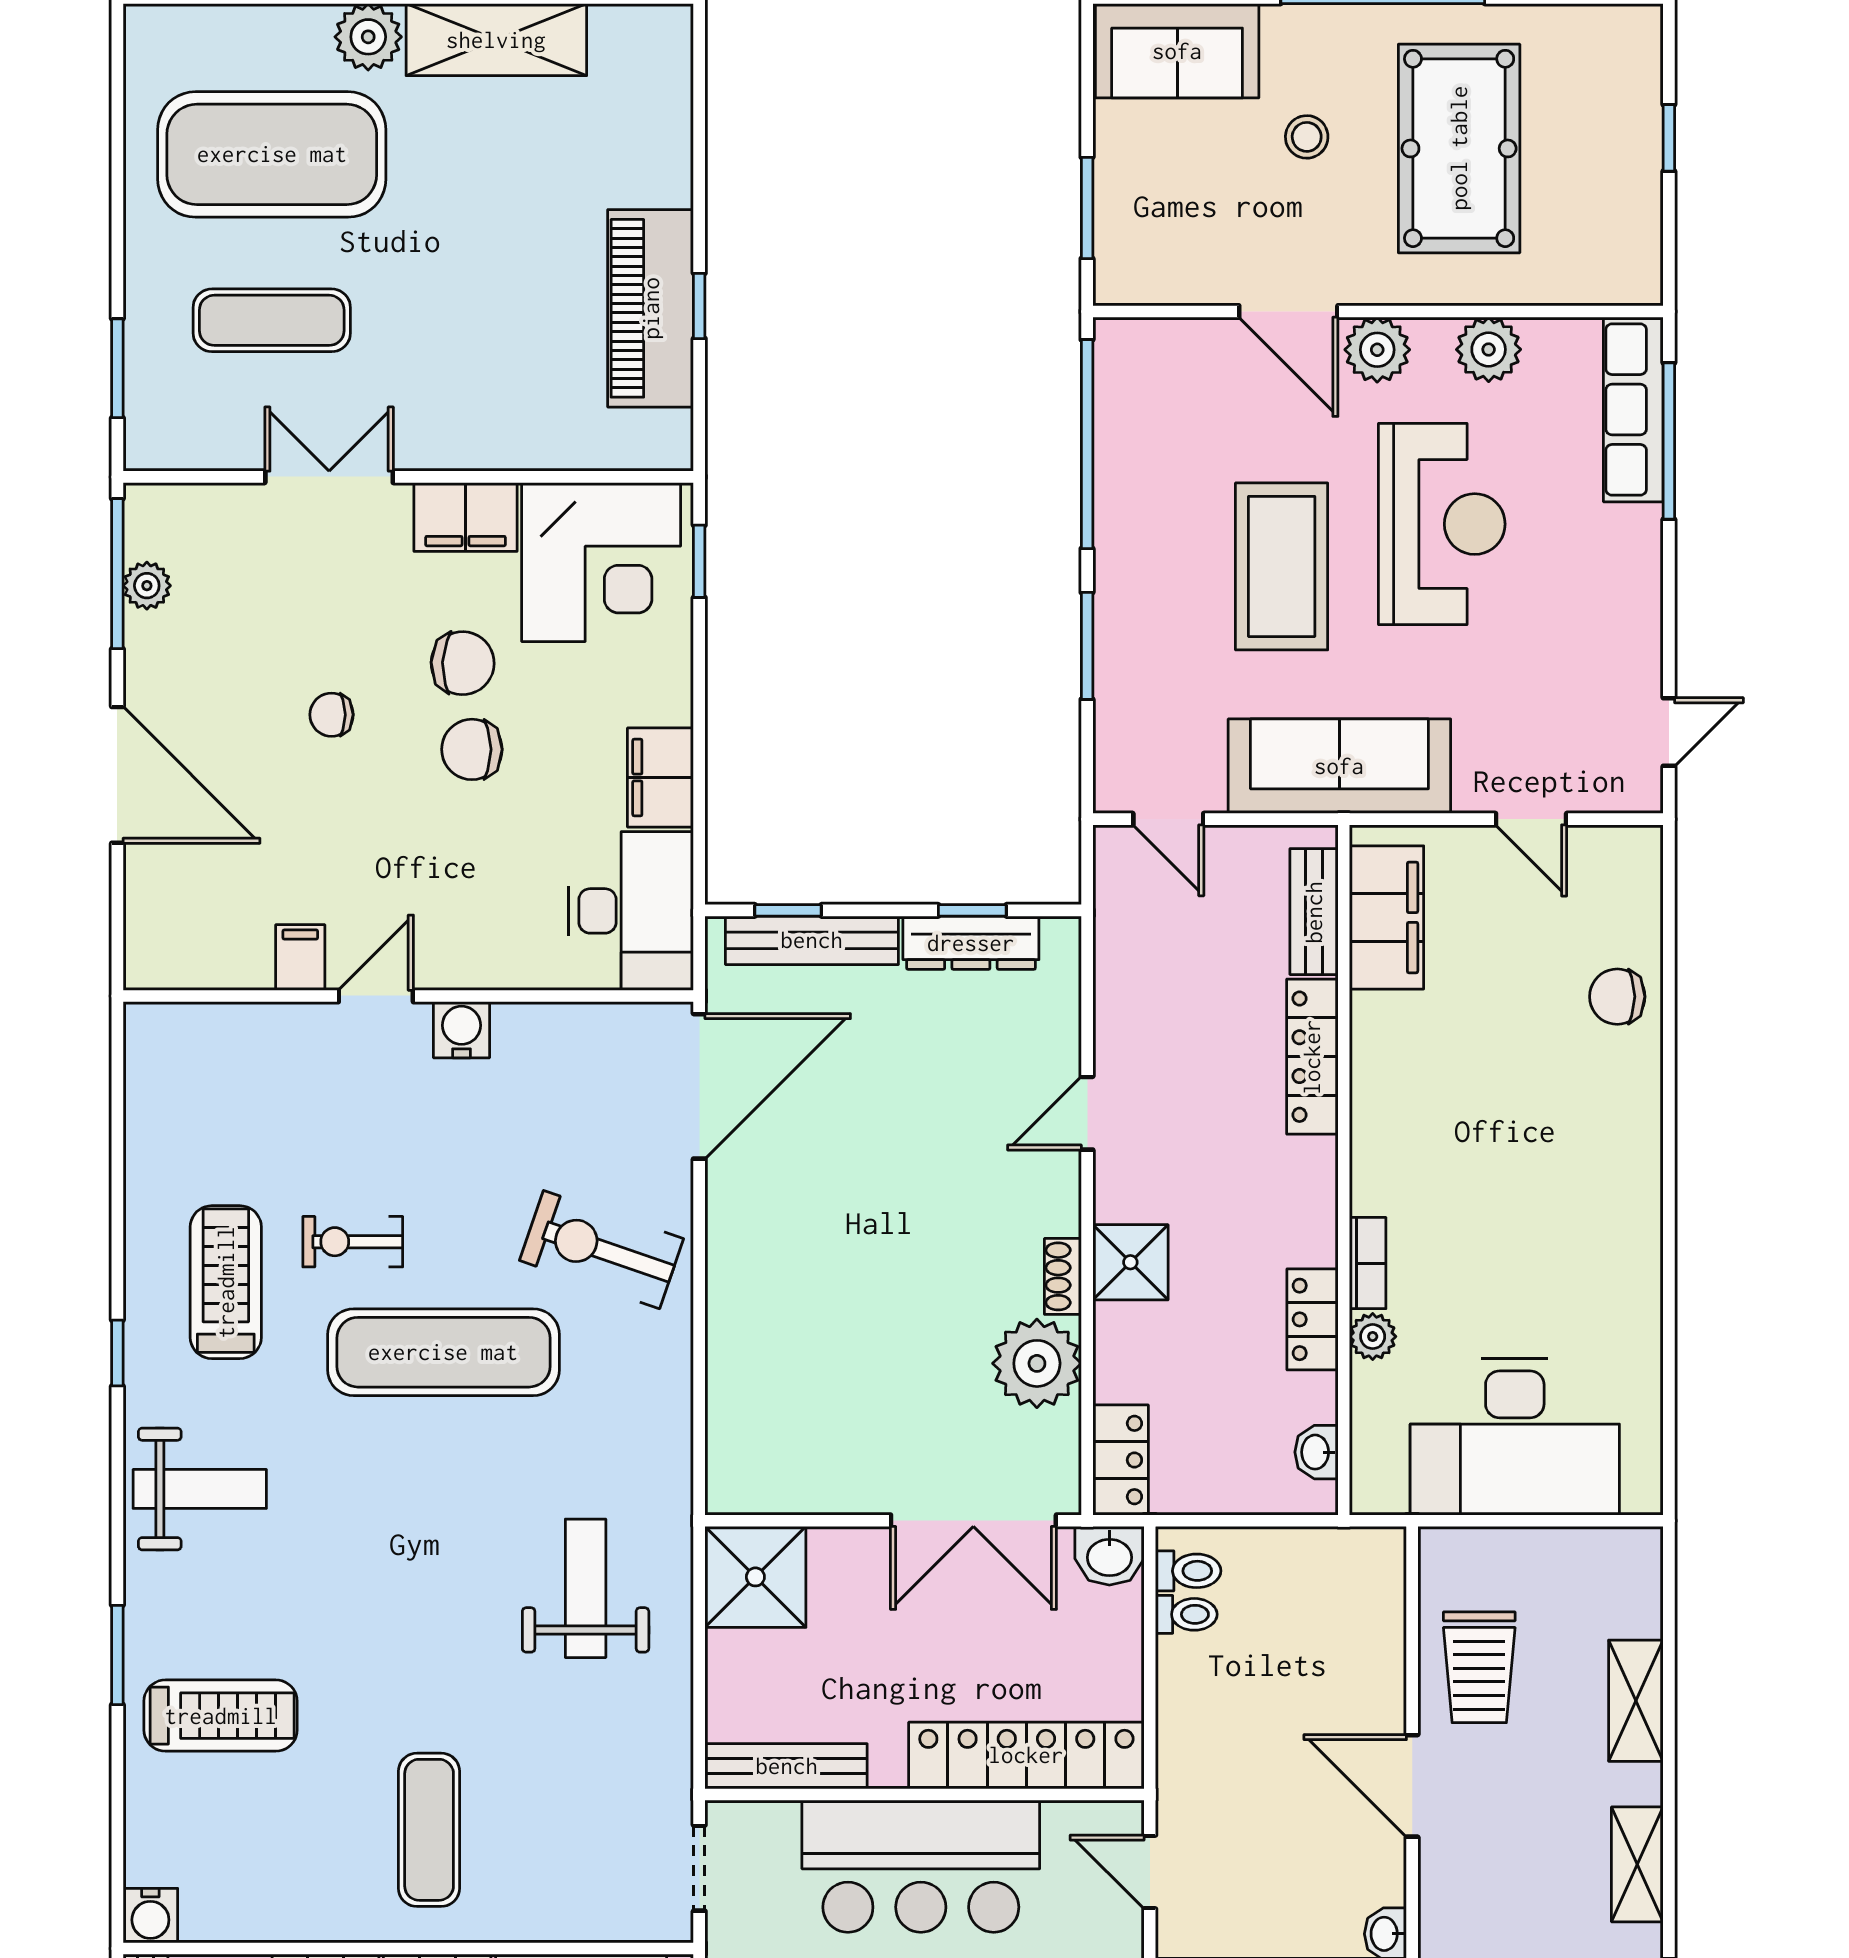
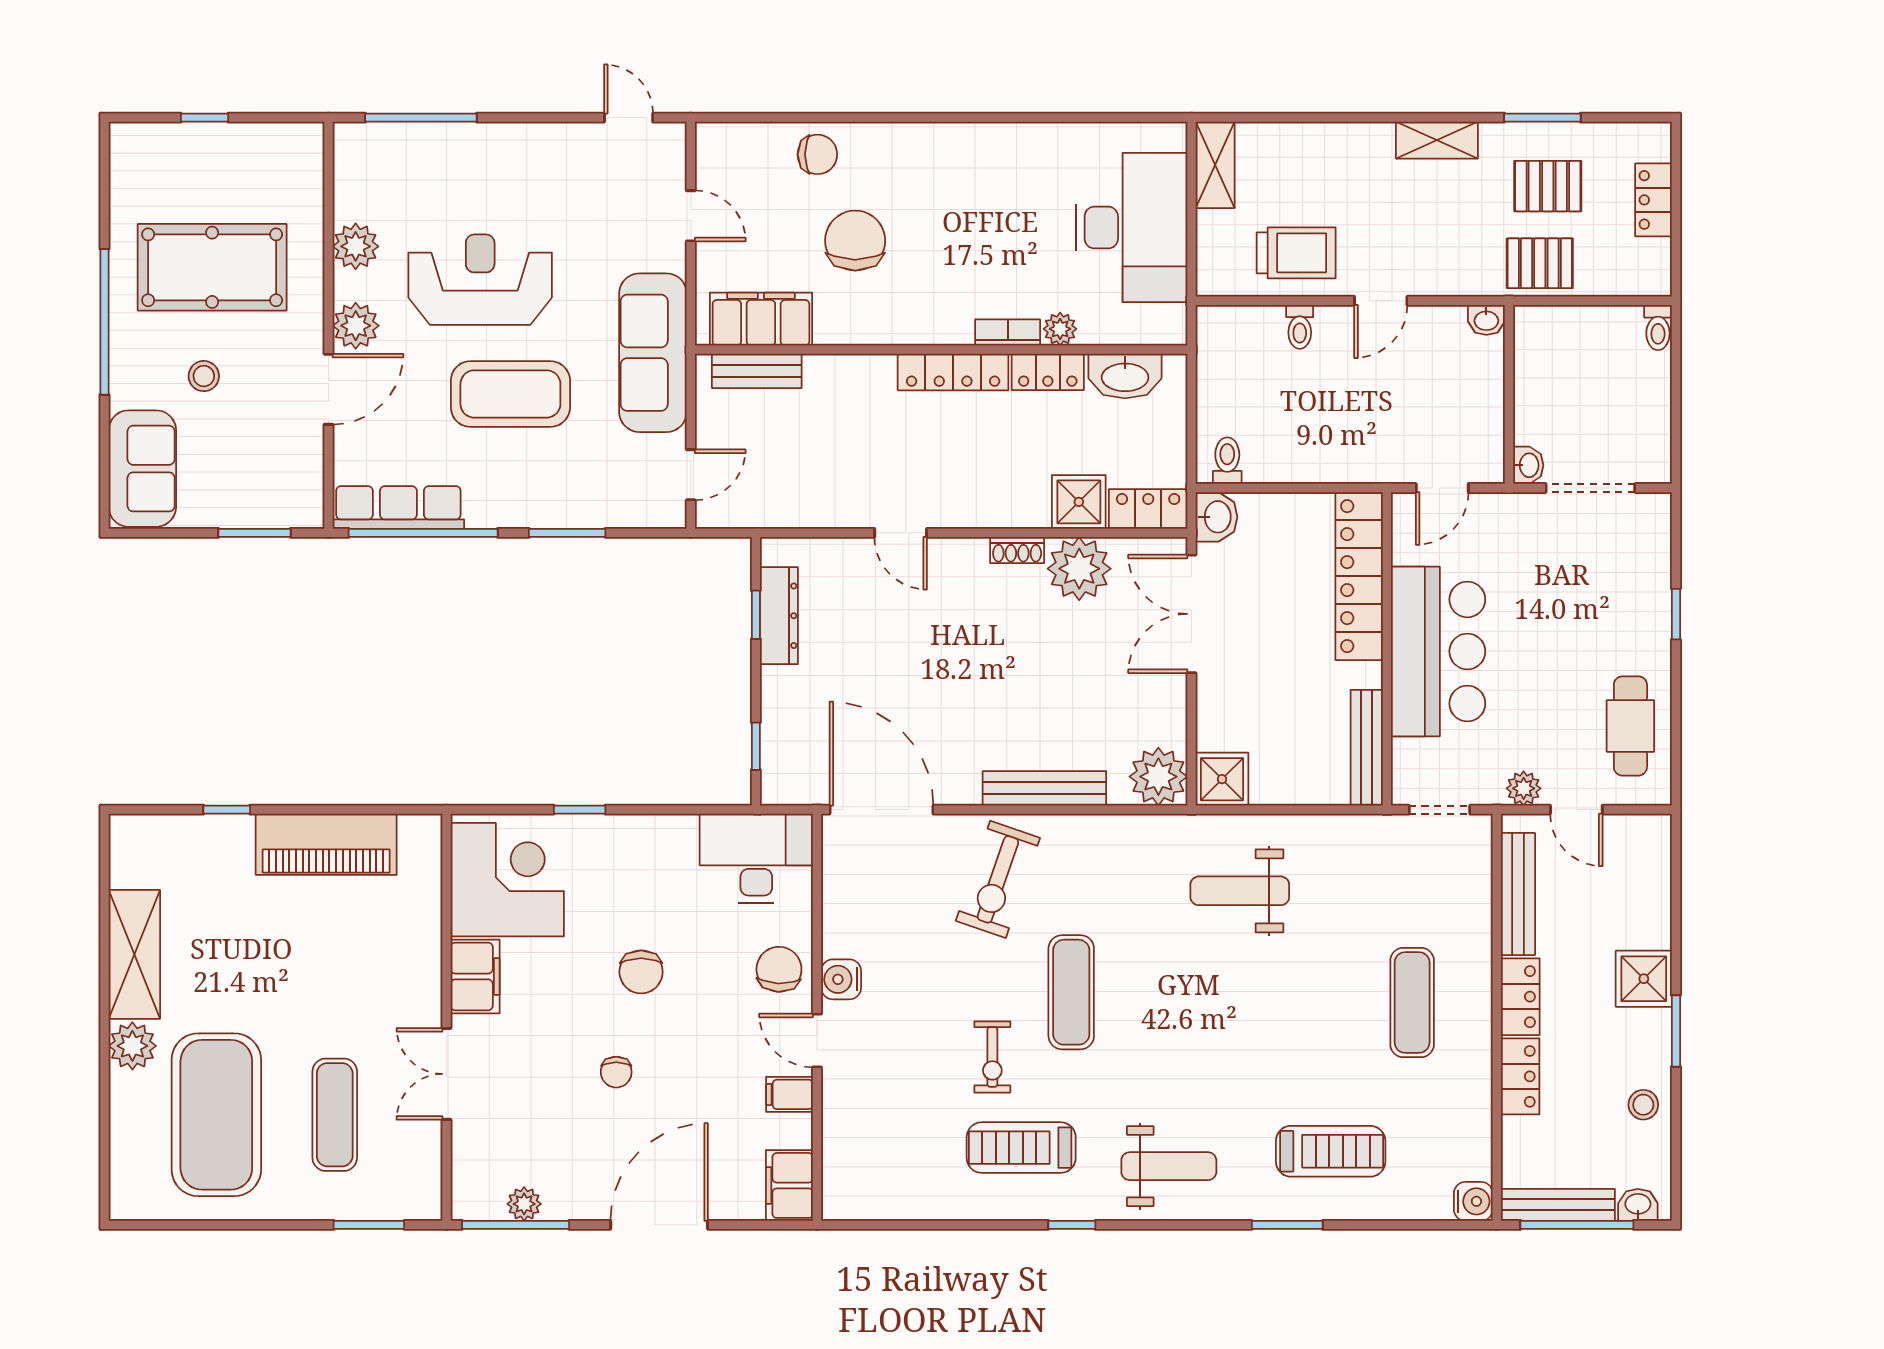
window: (699, 306) -> (227, 810), moved
row of seats: (1633, 409) -> (398, 507), moved, turned 180
window: (699, 561) -> (580, 810), moved
chair: (463, 663) -> (779, 969), moved
filing cabinet: (660, 778) -> (789, 1185), moved, turned 90
door: (1531, 819) -> (691, 216), hinge flipped
bench: (812, 940) -> (1044, 788), moved, turned 90
chair: (1617, 997) -> (817, 154), turned -90
chair: (1497, 1049) -> (855, 241), added
locker: (1312, 1057) -> (953, 372), moved
shower: (1130, 1262) -> (1079, 502), moved
exercise mat: (443, 1352) -> (1071, 992), width x0.73, depth x0.69
washbasin: (1316, 1452) -> (1125, 376), width x1.91, depth x1.45
plant: (746, 1474) -> (1158, 777), added
weight bench: (200, 1489) -> (1169, 1166), turned 90
double door: (973, 1521) -> (1191, 614), swing flipped
shower: (755, 1577) -> (1222, 779), width x0.73, depth x0.73
toilet: (1186, 1614) -> (1300, 327), moved, turned 180
shelving: (1636, 1701) -> (1215, 165), moved, turned 90
treadmill: (221, 1716) -> (1331, 1151), turned 90
door: (1412, 1786) -> (1381, 301), width x0.73
exercise mat: (429, 1830) -> (1412, 1002), turned 90

